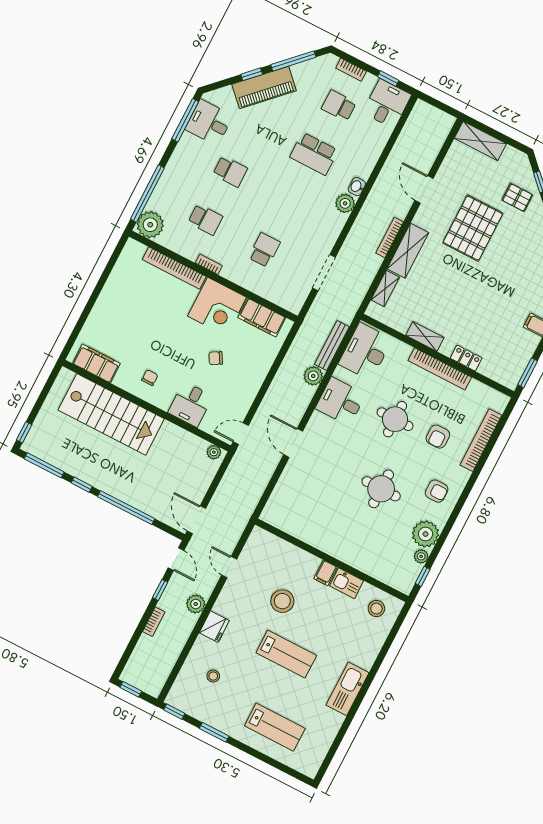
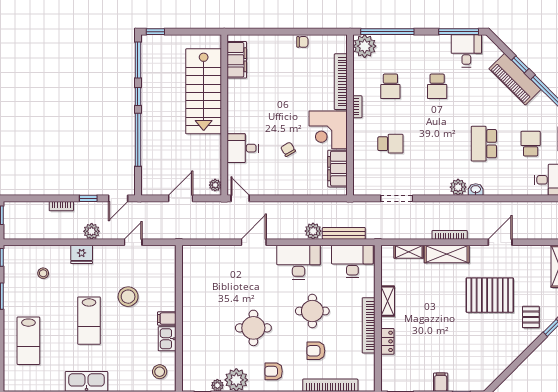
chair: (150, 378) -> (302, 42), moved
desk: (341, 401) -> (299, 262), width x1.37
armchair: (437, 491) -> (274, 371), turned 90
door: (196, 520) -> (181, 198), moved

